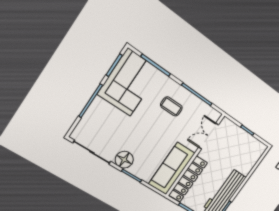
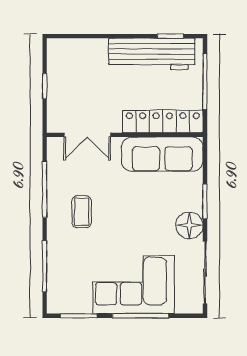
corner sofa: (129, 82) -> (134, 285), moved

